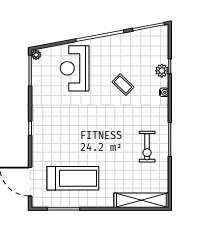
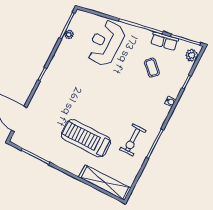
row of seats: (129, 38) -> (164, 41), added
plant: (36, 55) -> (69, 34), moved
plant: (162, 71) -> (192, 55), moved
coffee table: (123, 85) -> (152, 68), moved
treadmill: (73, 178) -> (86, 138), moved, turned 180

